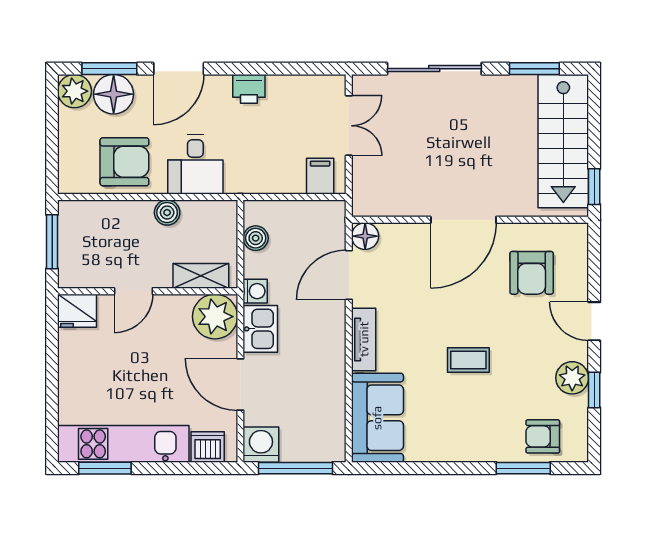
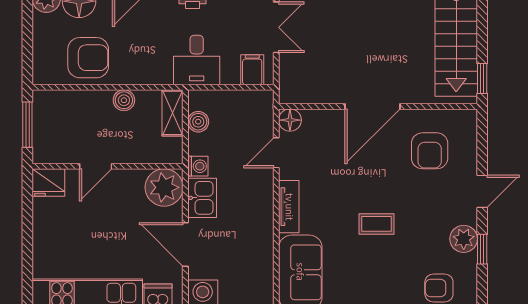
desk: (195, 165) -> (197, 60), moved
door: (349, 275) -> (276, 153), width x0.73
shelving: (201, 276) -> (173, 113), moved, turned 90
door: (594, 321) -> (482, 191), swing flipped

